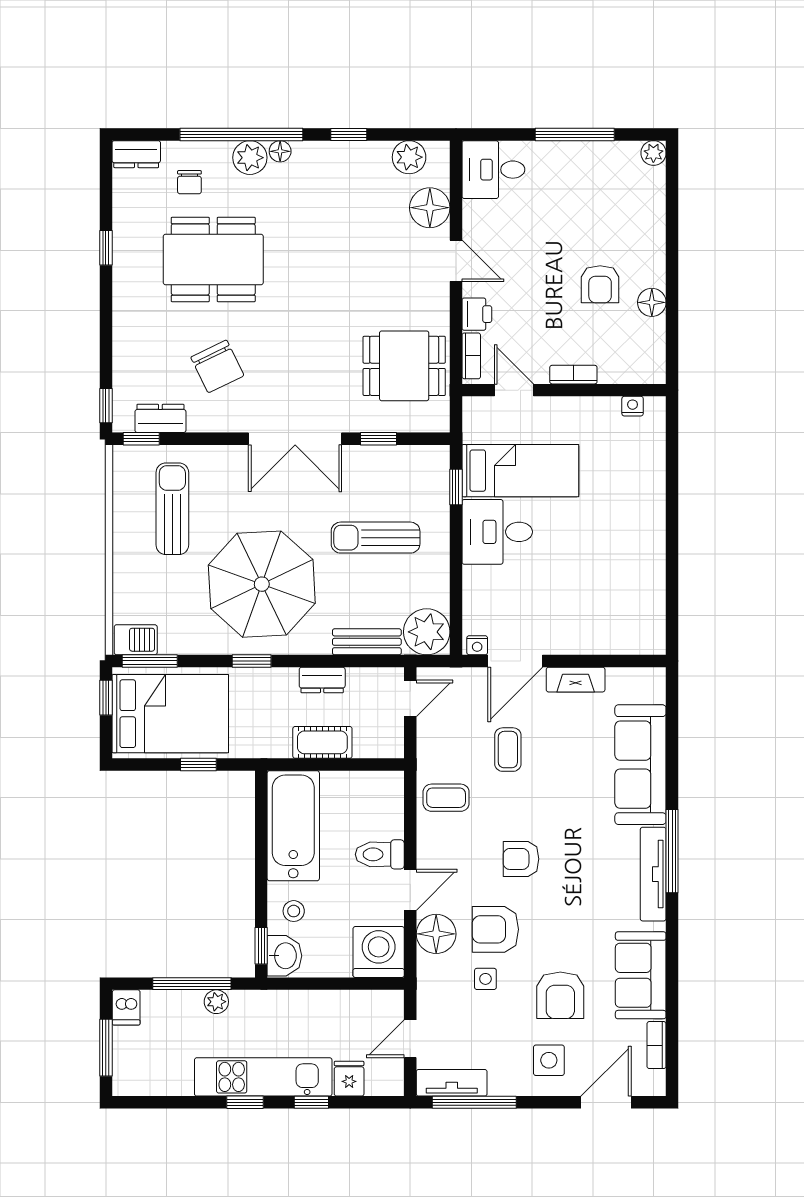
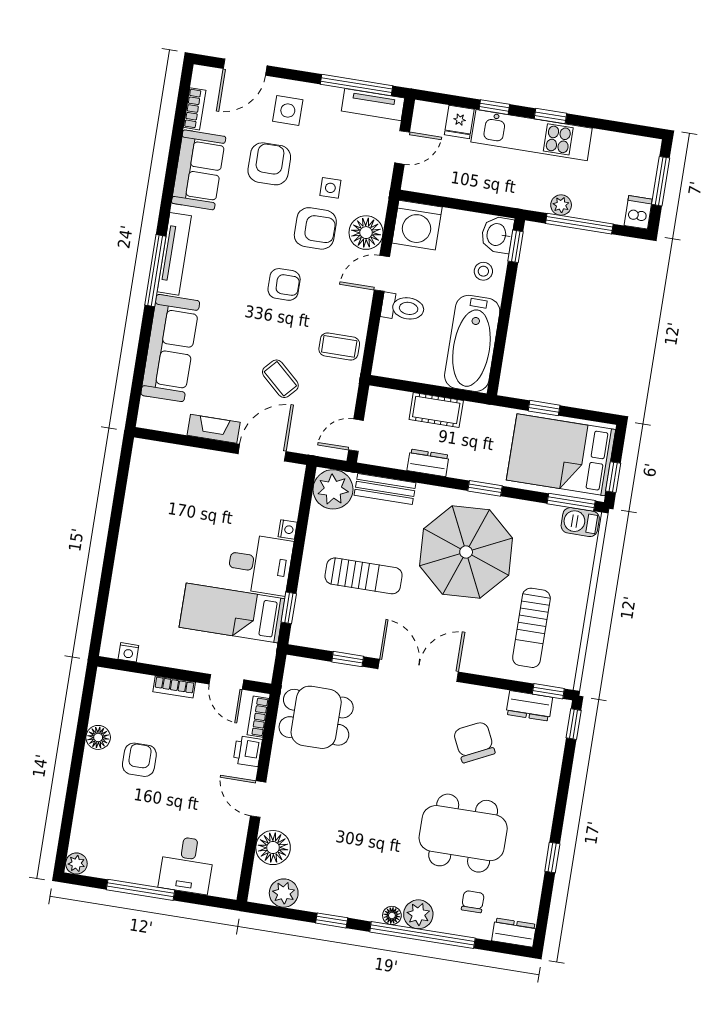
desk: (493, 170) -> (187, 865), moved, turned 90
nightstand: (477, 645) -> (288, 529), moved, turned 90
coffee table: (508, 750) -> (280, 379), turned -48

